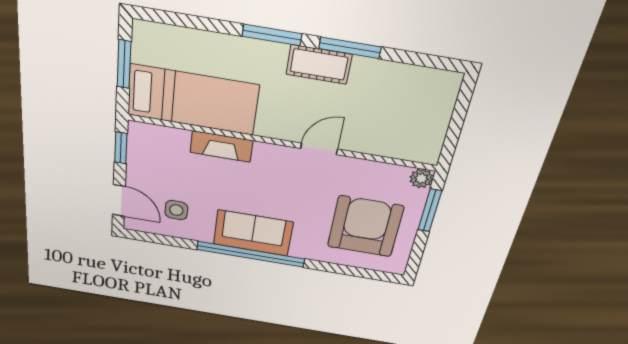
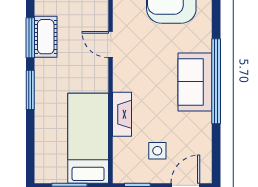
cot: (319, 64) -> (46, 37), moved
side table: (176, 210) -> (157, 151), moved

